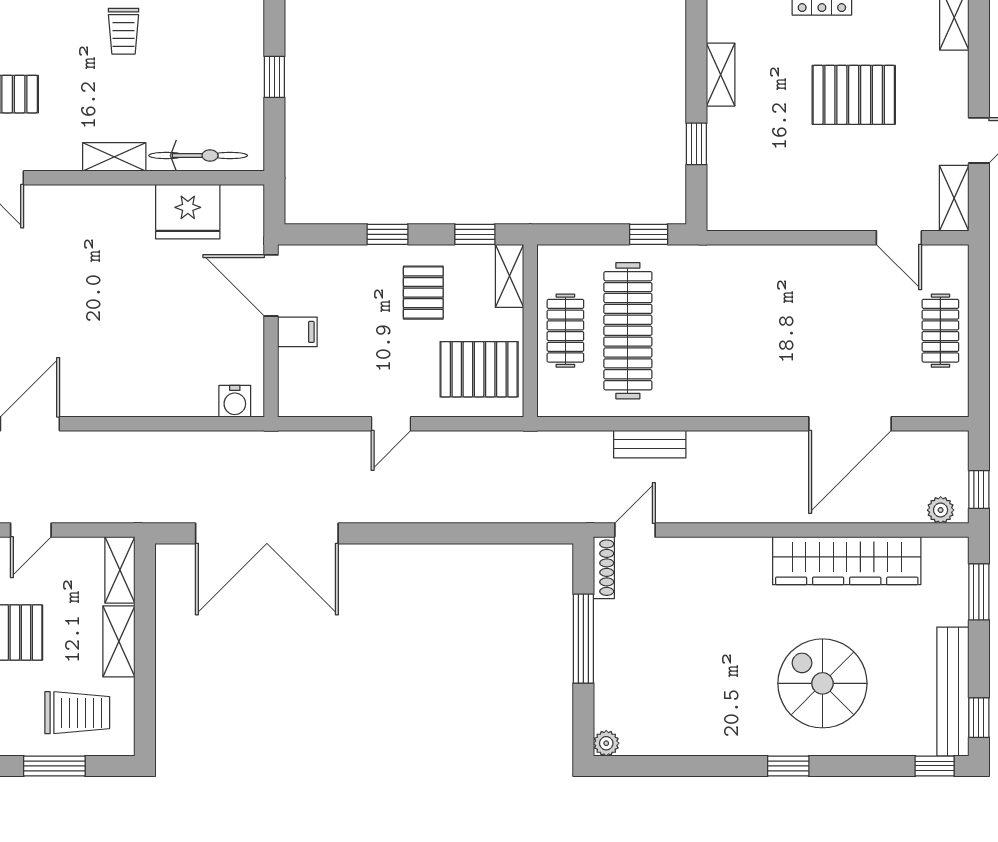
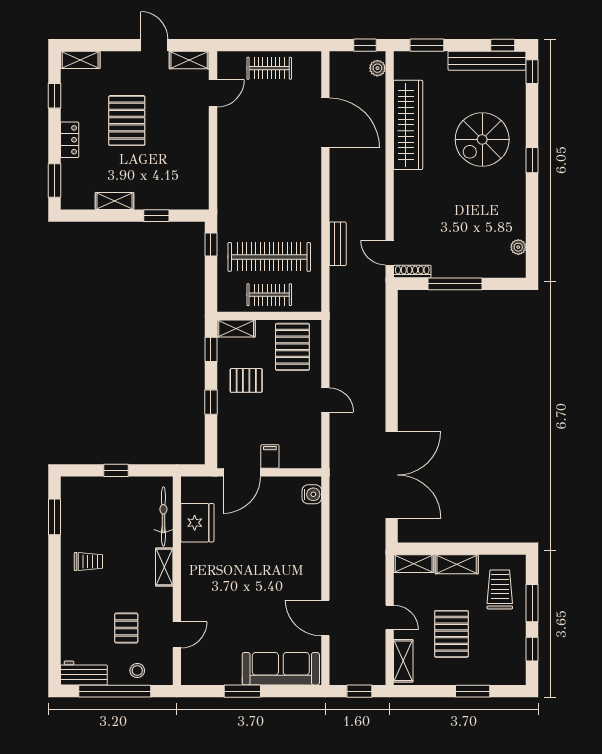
plant: (606, 743) -> (518, 247), moved

